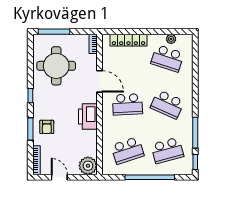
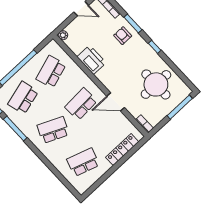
plant: (171, 39) -> (93, 178), removed
printer: (88, 116) -> (92, 60), moved
plant: (88, 166) -> (63, 35), width x0.53, depth x0.53

